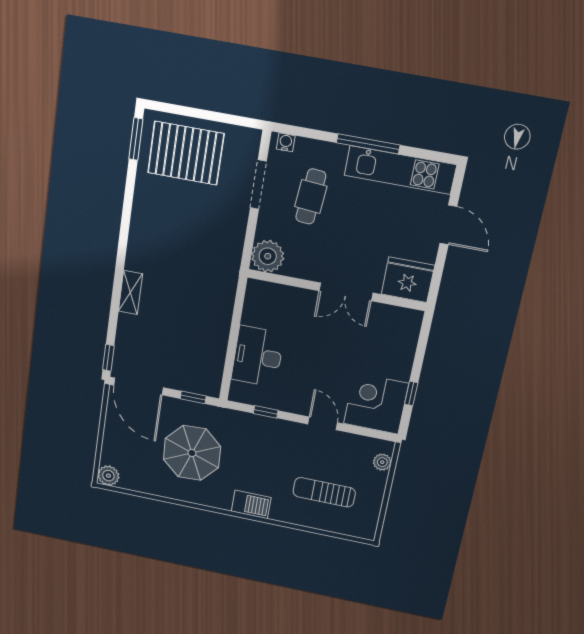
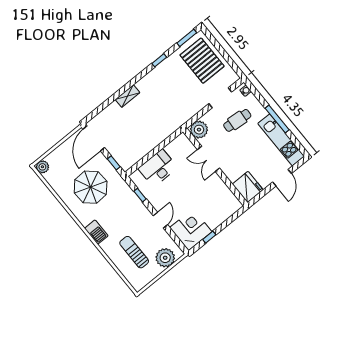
double door: (346, 292) -> (209, 159), moved
window: (108, 358) -> (159, 60), moved
plant: (382, 462) -> (165, 258), width x1.87, depth x1.87

